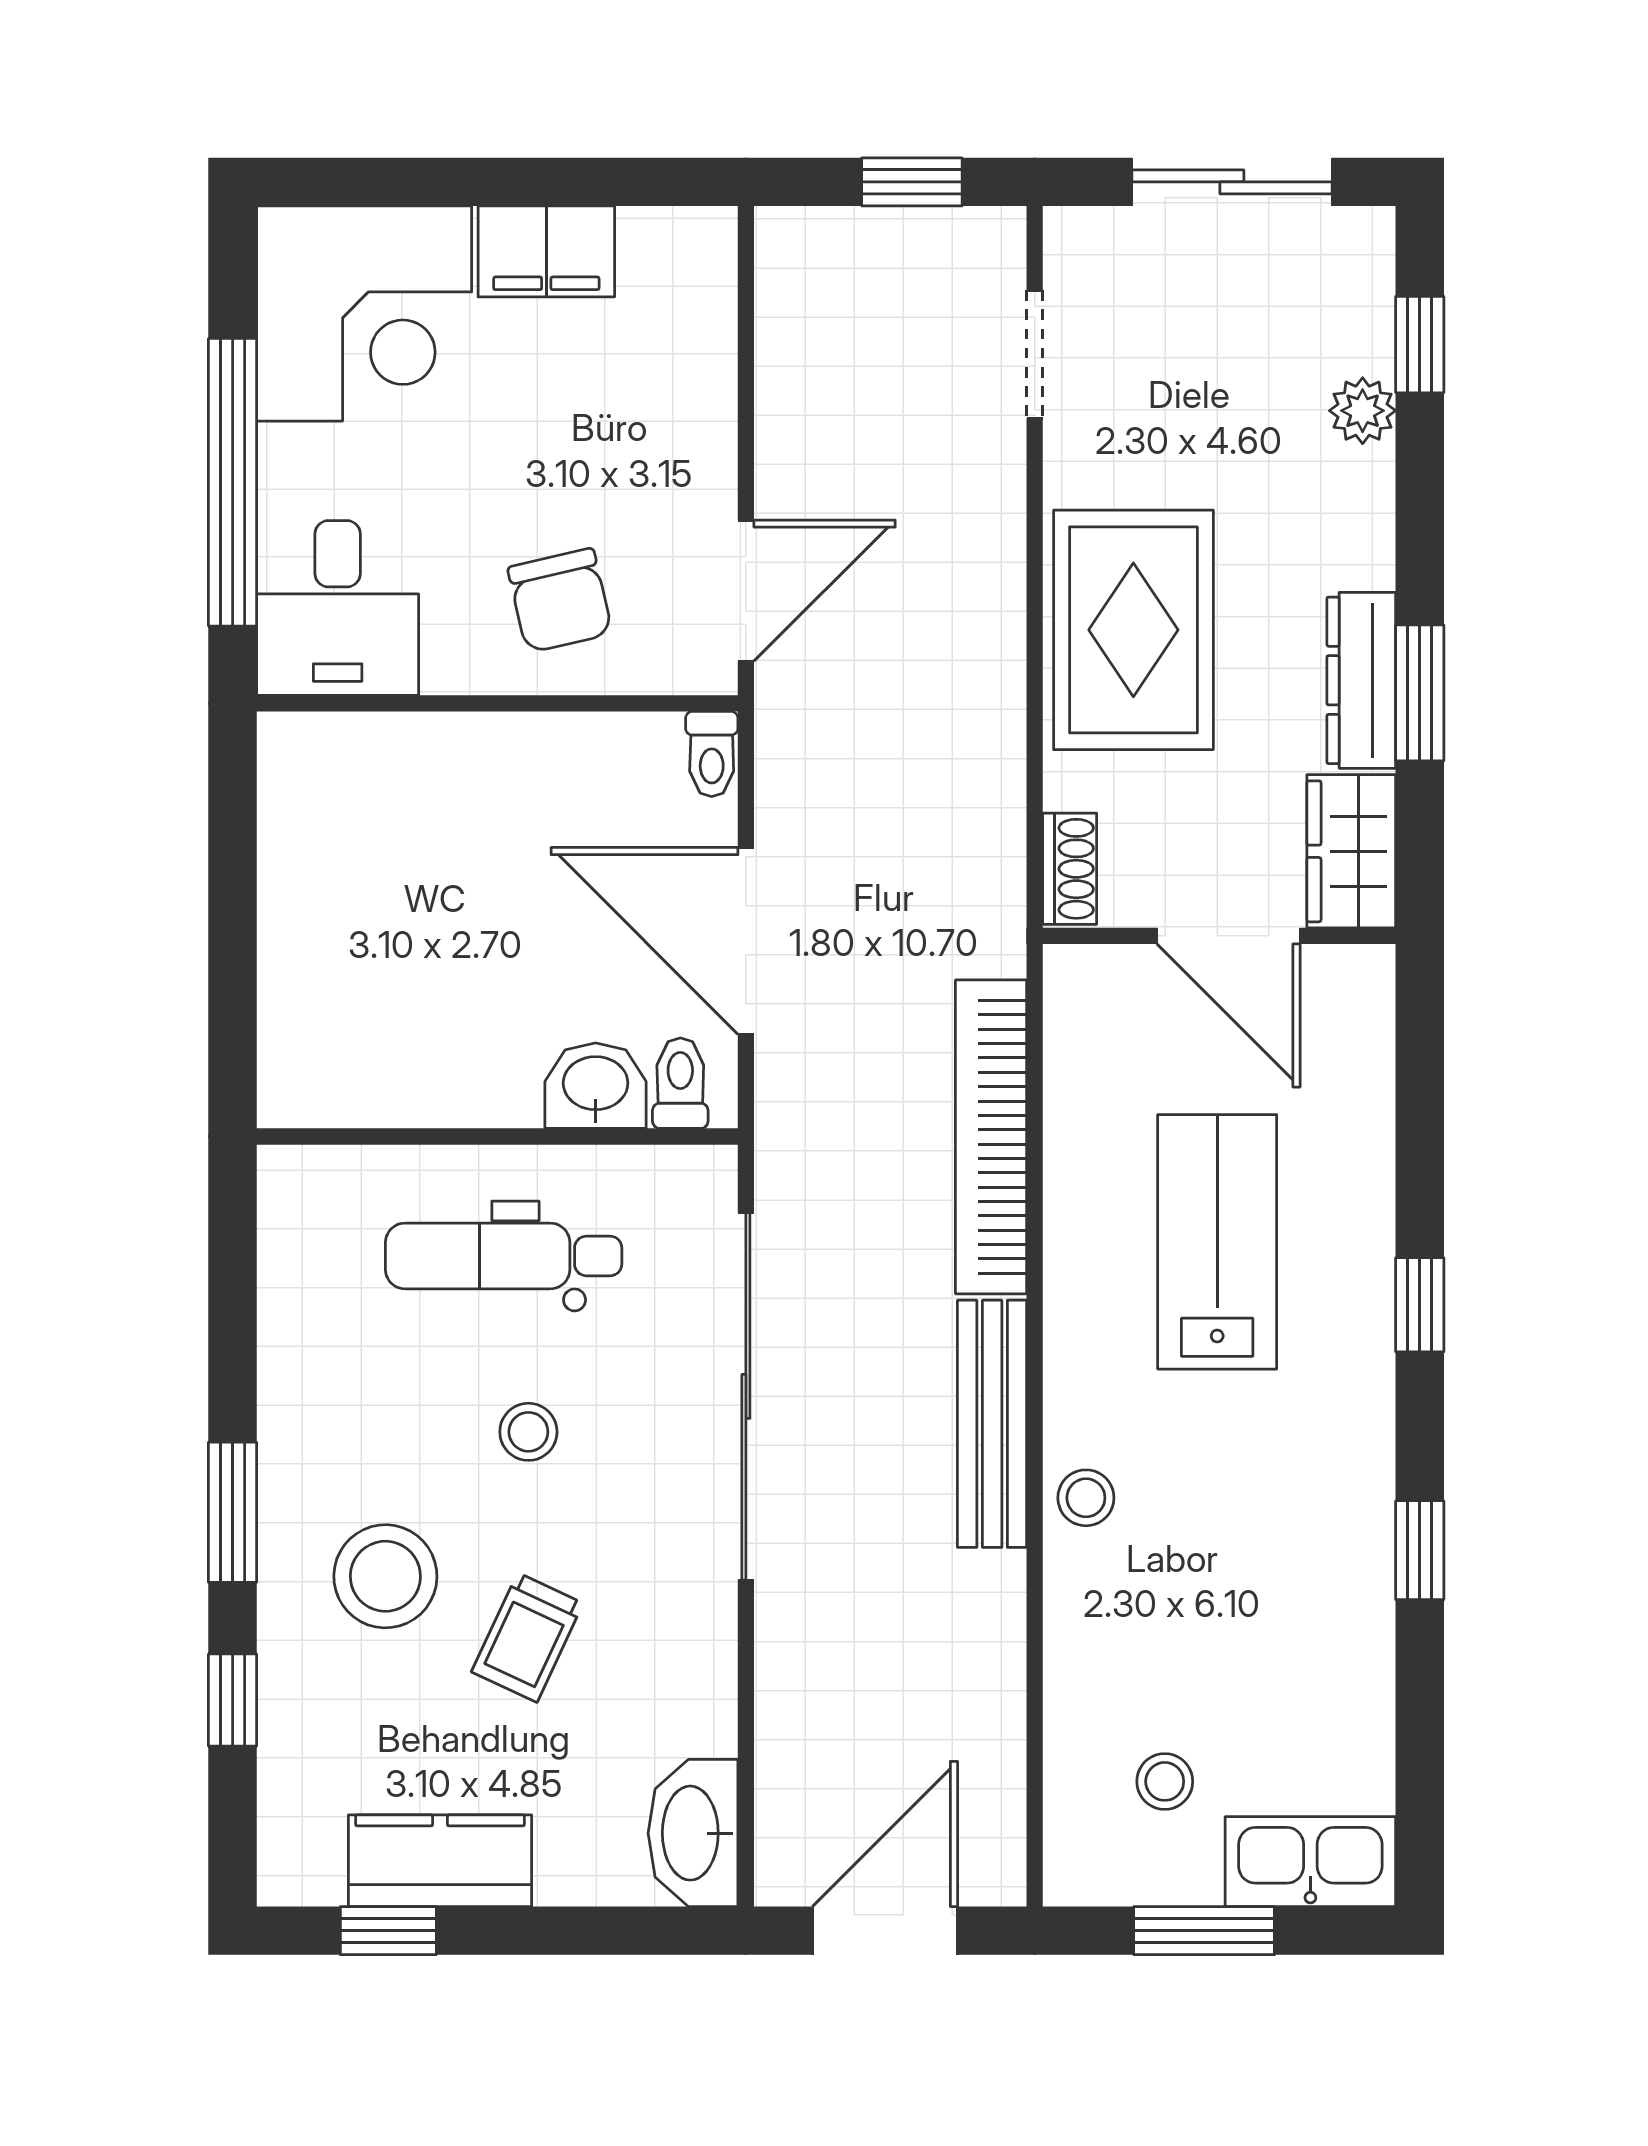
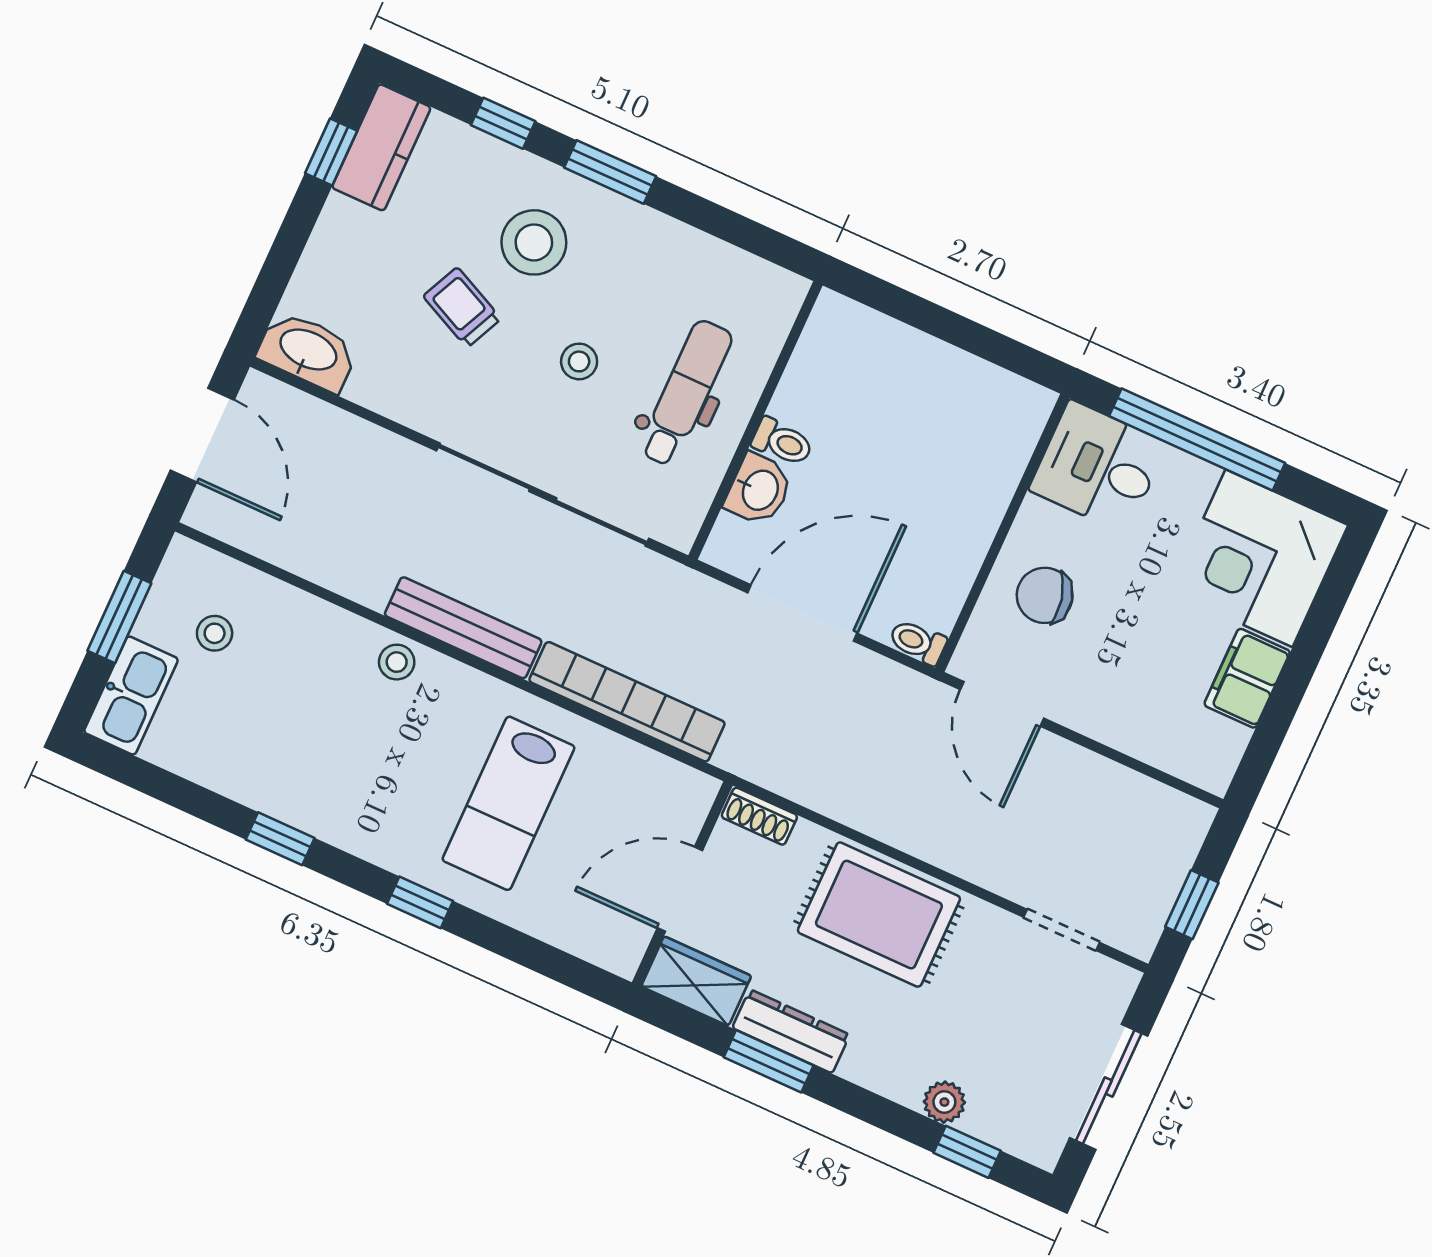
toilet: (680, 1083) -> (782, 442), moved
lab bench: (1217, 1242) -> (508, 803), turned 90
kitchen counter: (440, 1861) -> (381, 147), moved

